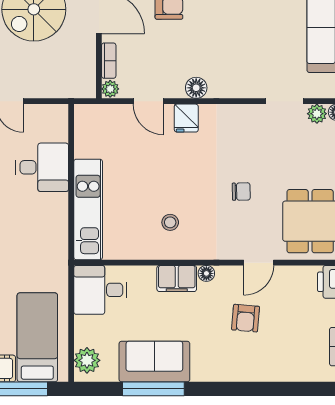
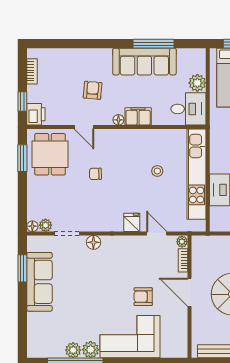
floor lamp: (196, 88) -> (93, 242), moved
kitchen unit: (88, 209) -> (197, 174), width x1.36
stool: (170, 222) -> (157, 171), moved
door: (259, 263) -> (84, 127), swing flipped
plant: (87, 360) -> (197, 83), moved
sofa: (154, 362) -> (144, 62), width x1.36

